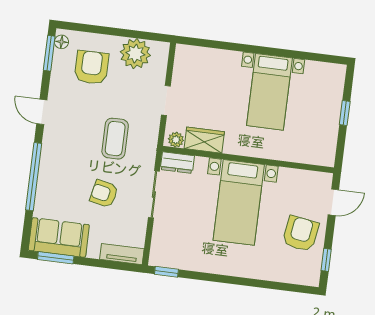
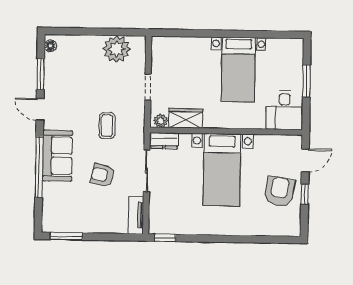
window: (49, 53) -> (41, 74), moved
armchair: (91, 67) -> (79, 65), removed
window: (345, 113) -> (306, 81), width x1.50
coffee table: (115, 139) -> (107, 126), width x0.73, depth x0.77
desk: (316, 143) -> (284, 110), added
sofa: (59, 238) -> (57, 156), moved, turned 90
tv unit: (122, 254) -> (136, 215), moved, turned -90
window: (326, 260) -> (305, 194), moved

